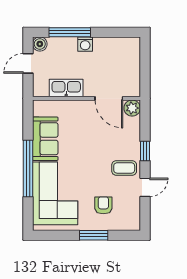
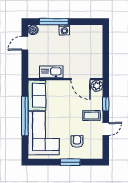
kitchen sink: (66, 88) -> (51, 72), moved
wall: (86, 98) -> (65, 79), moved
door: (109, 98) -> (81, 79), moved
plant: (132, 108) -> (97, 86), moved

